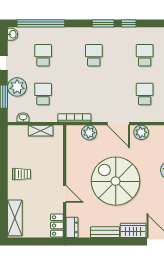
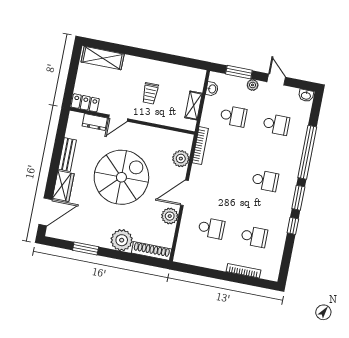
window: (41, 23) -> (307, 152), moved
plant: (17, 87) -> (253, 85), width x0.53, depth x0.53
trolley: (22, 174) -> (150, 93), moved
dresser: (72, 227) -> (95, 122), moved

